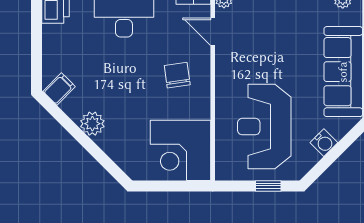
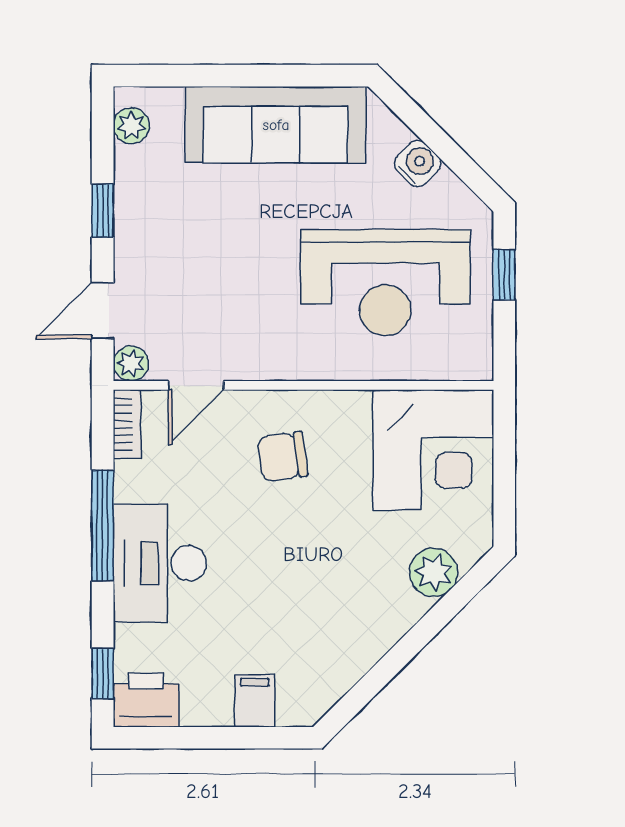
filing cabinet: (59, 89) -> (255, 701), moved, turned 45
plant: (92, 124) -> (434, 572), moved

